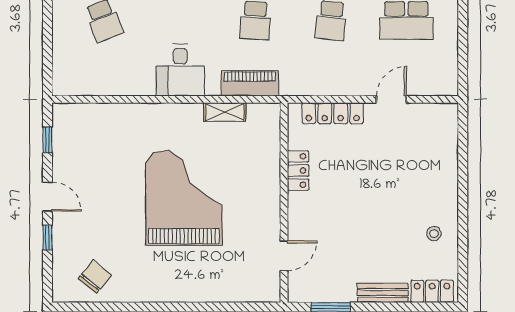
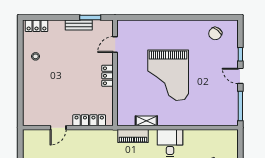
window: (47, 140) -> (240, 106), width x2.17
locker: (298, 171) -> (108, 76), moved
bench: (383, 293) -> (79, 25), moved

